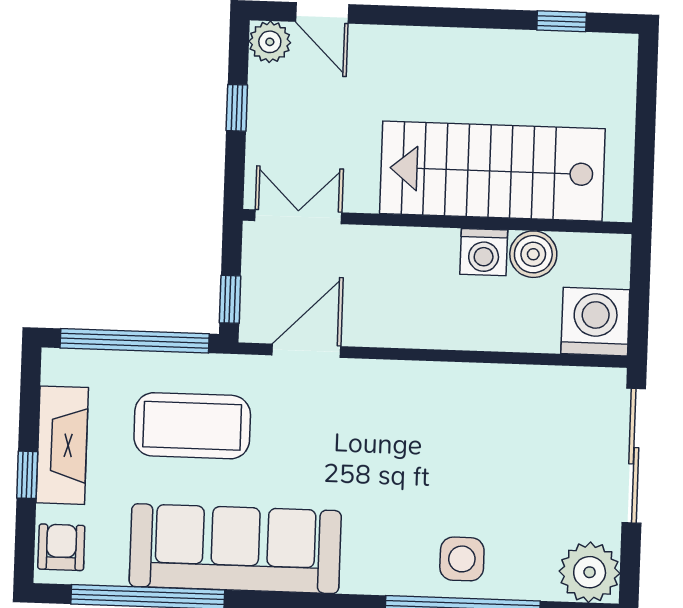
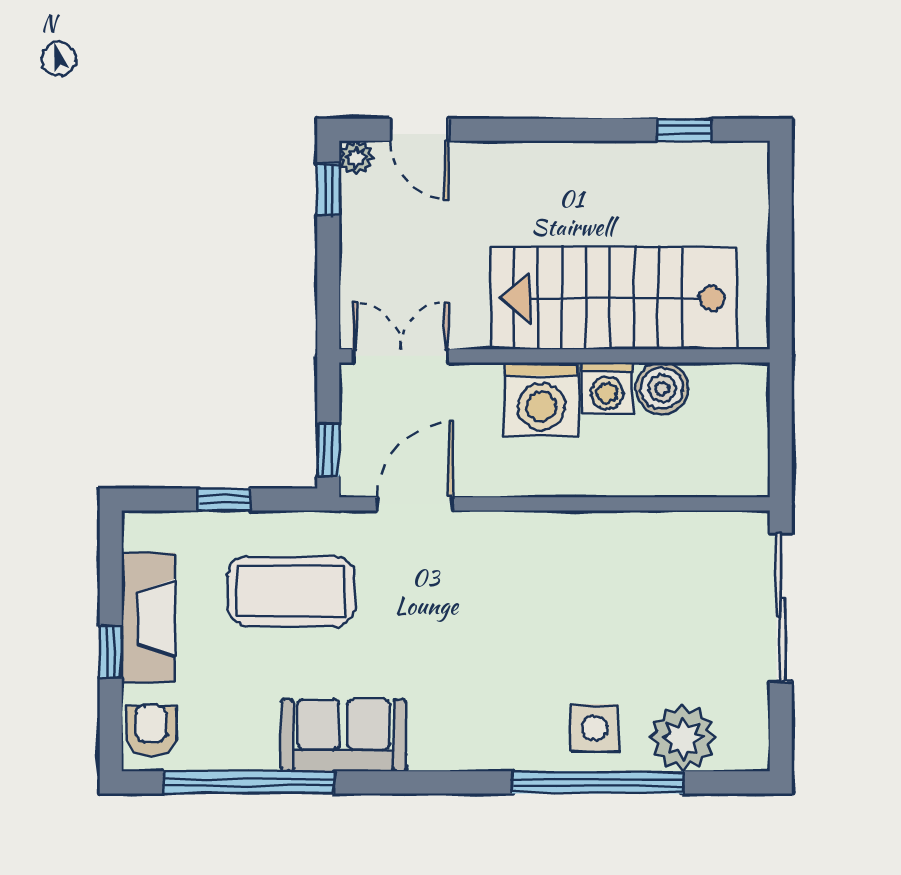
plant: (270, 42) -> (356, 157), width x0.73, depth x0.73
window: (237, 108) -> (328, 189), moved
washing machine: (595, 322) -> (541, 399), moved, turned 180
window: (135, 341) -> (224, 500), width x0.32
sofa: (235, 549) -> (344, 735), width x0.54, depth x0.79
plant: (590, 572) -> (683, 738), moved

